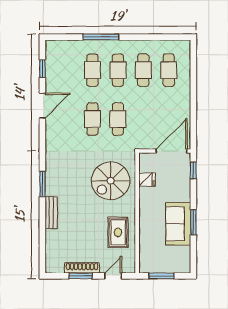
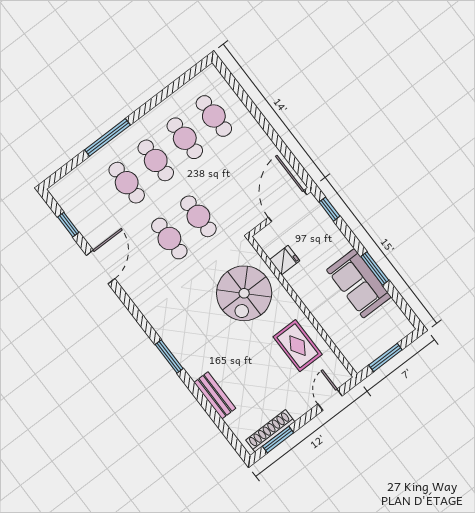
bench: (51, 213) -> (215, 395), moved
shoe rack: (82, 268) -> (270, 431), moved
window: (81, 276) -> (278, 440), moved

